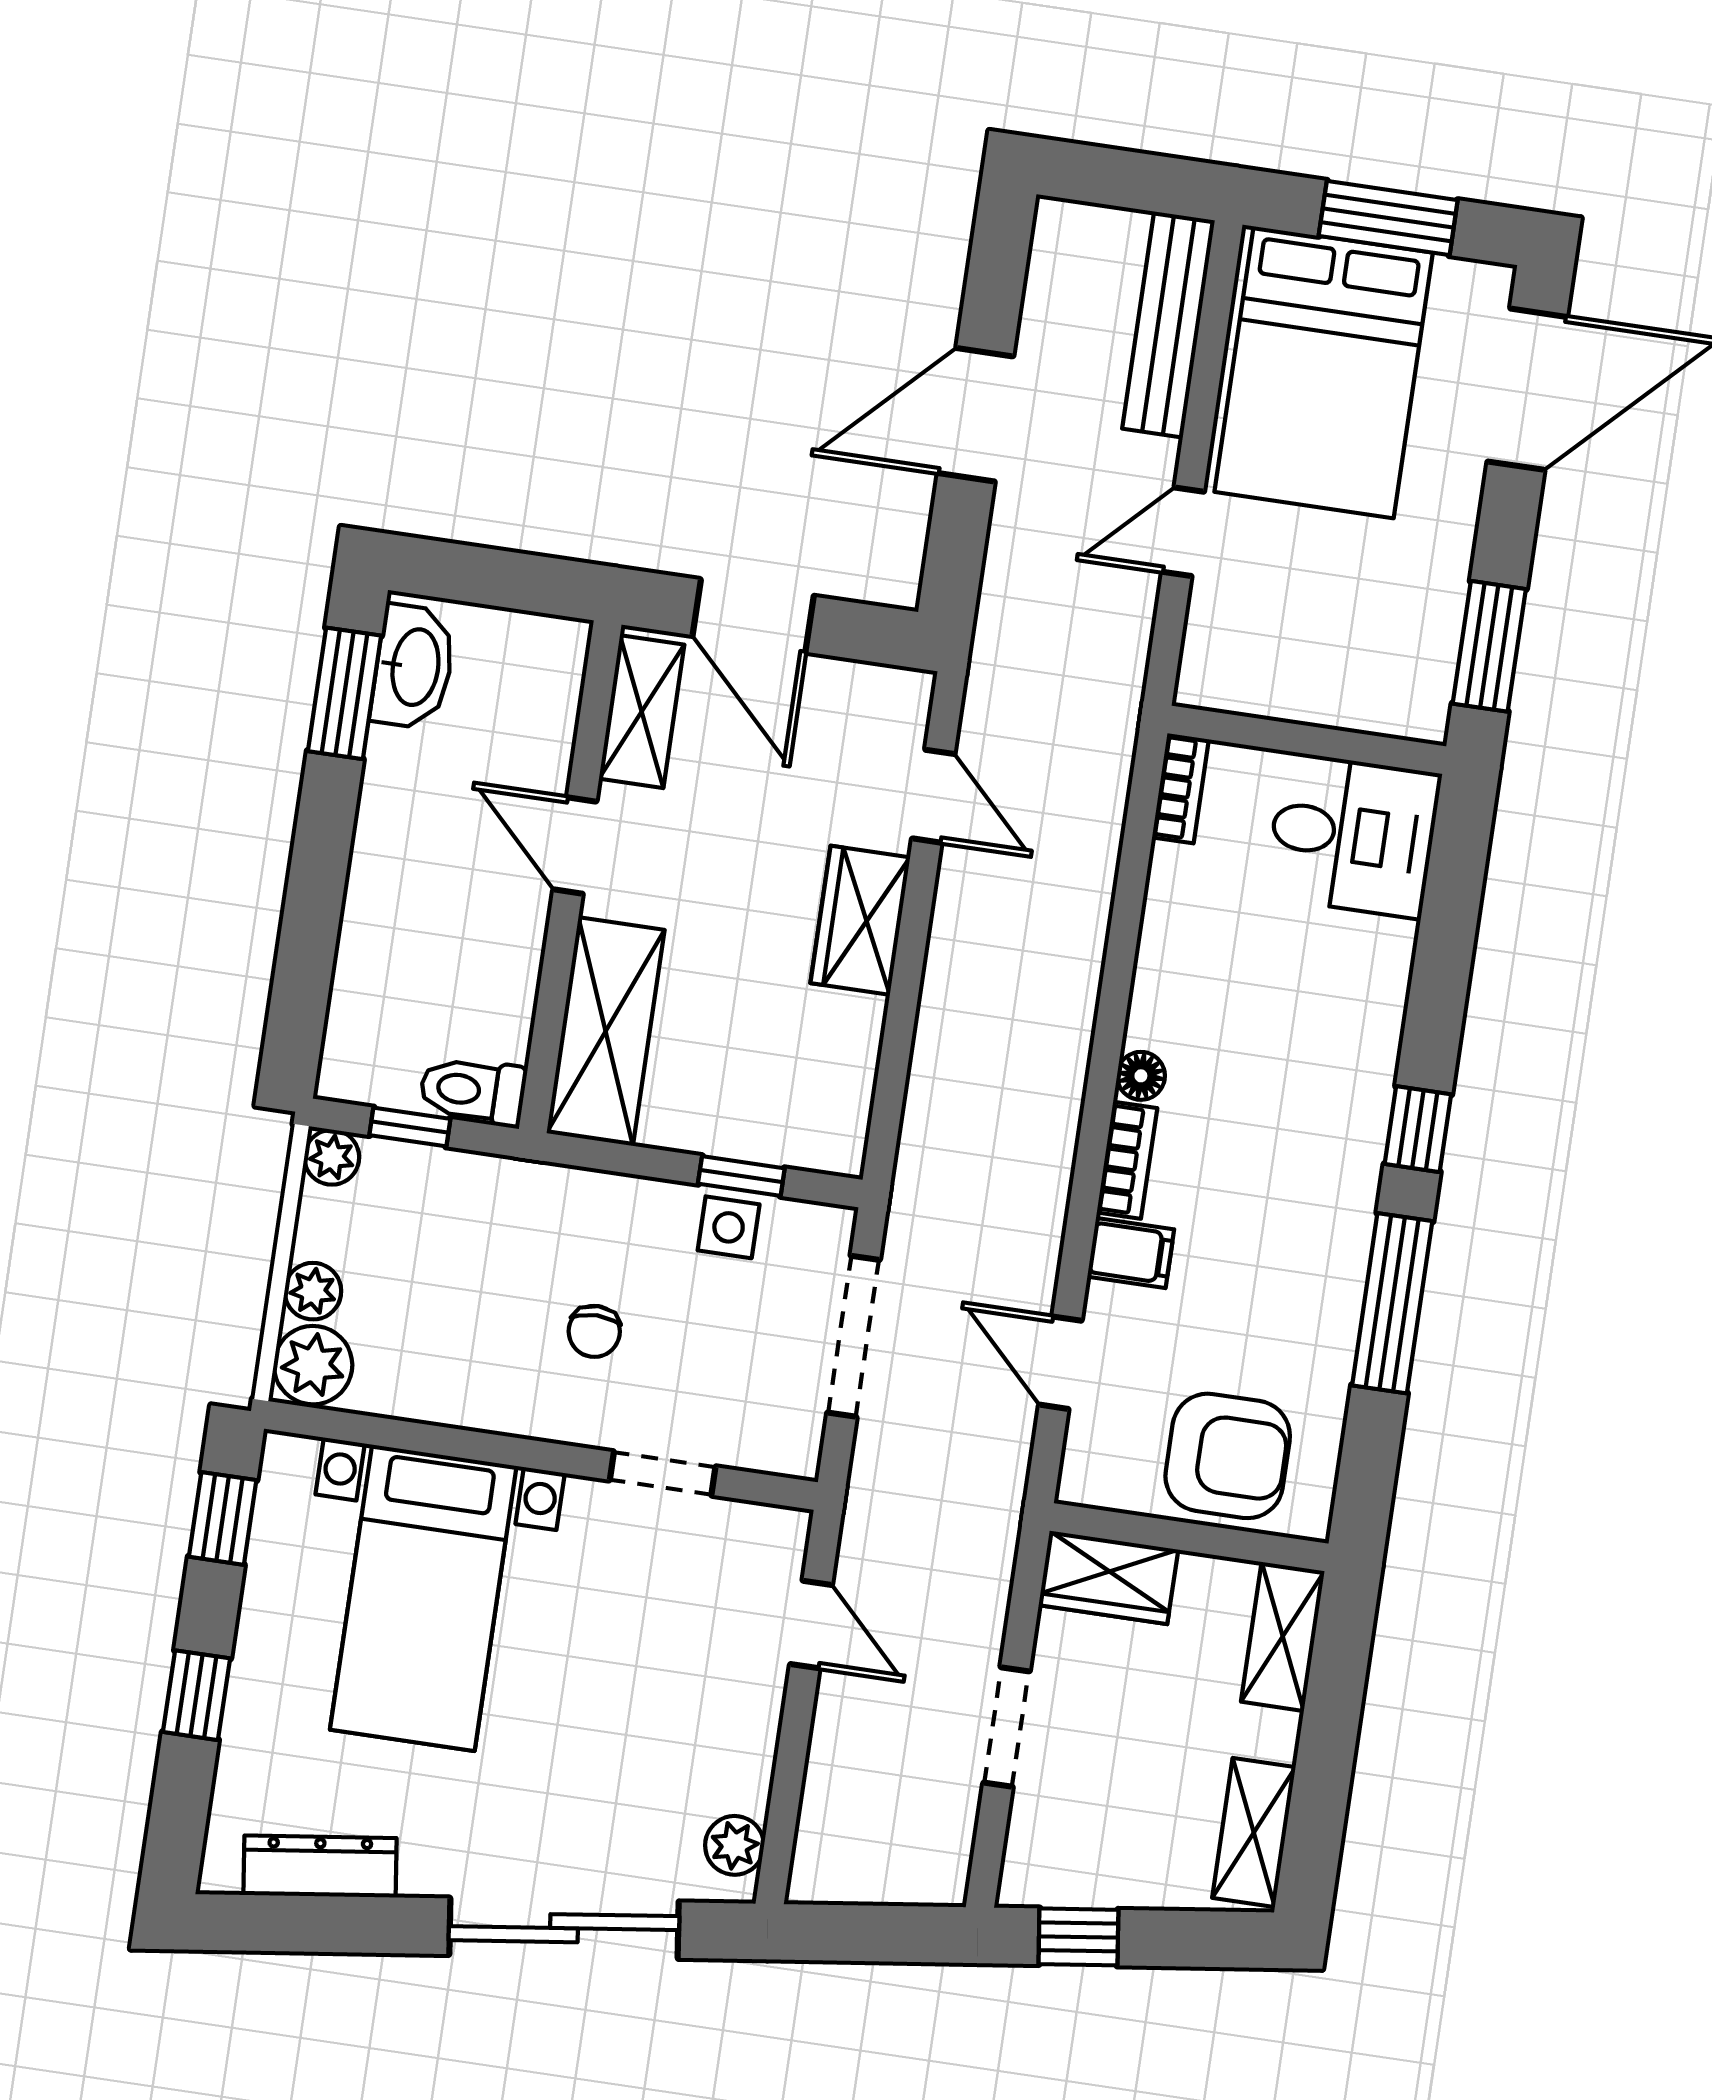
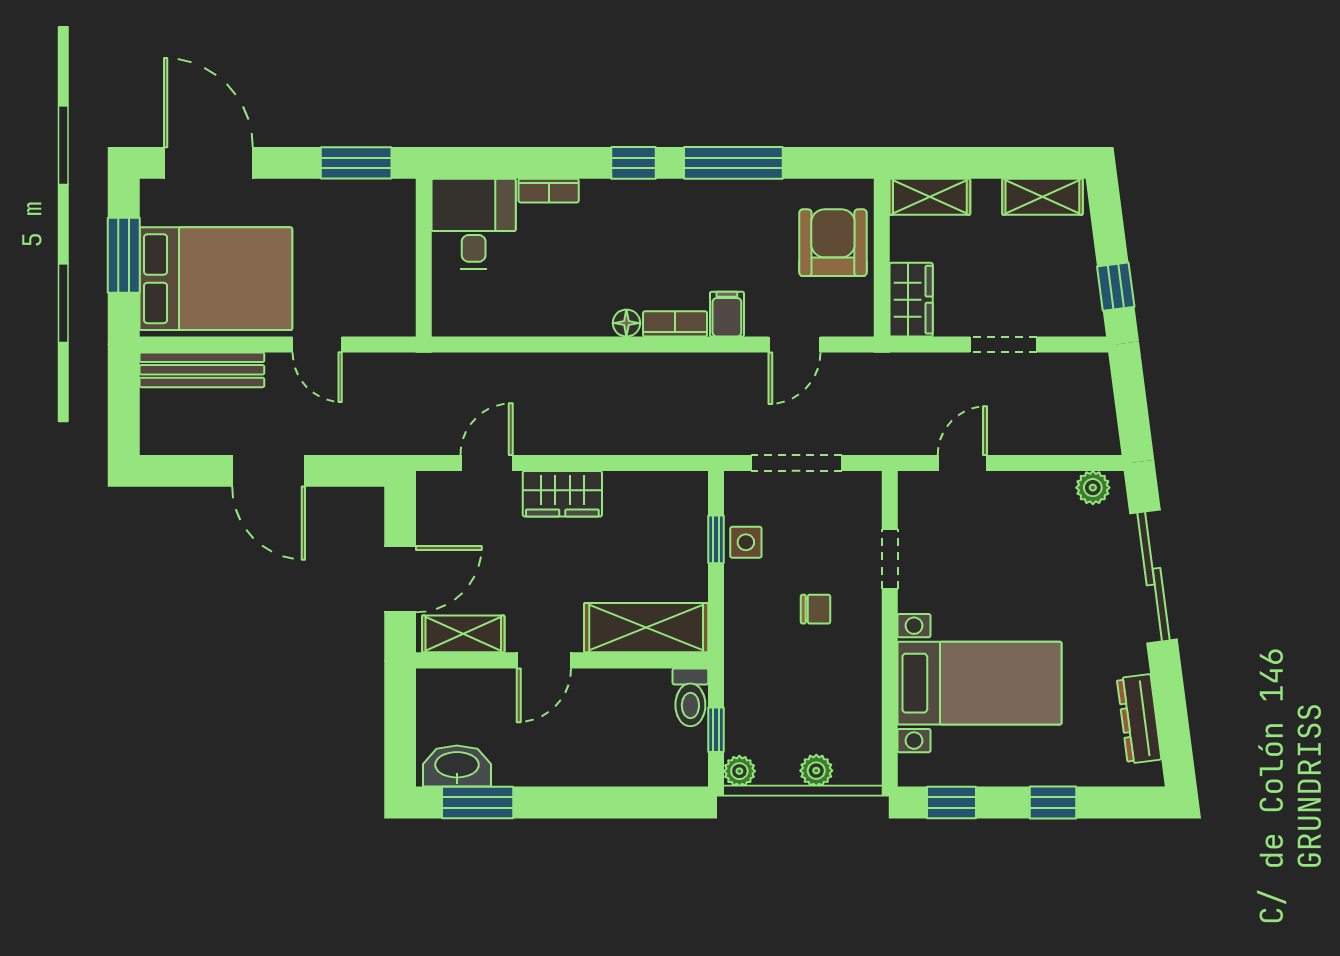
bookcase: (1180, 788) -> (549, 191), moved, turned 180
plant: (313, 1365) -> (858, 764), removed

